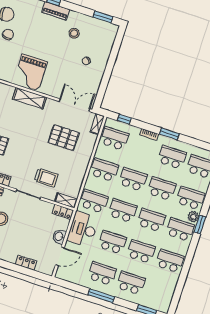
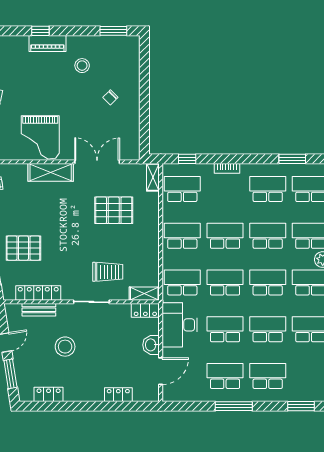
double door: (74, 105) -> (97, 162), moved
window: (169, 134) -> (292, 159), moved

